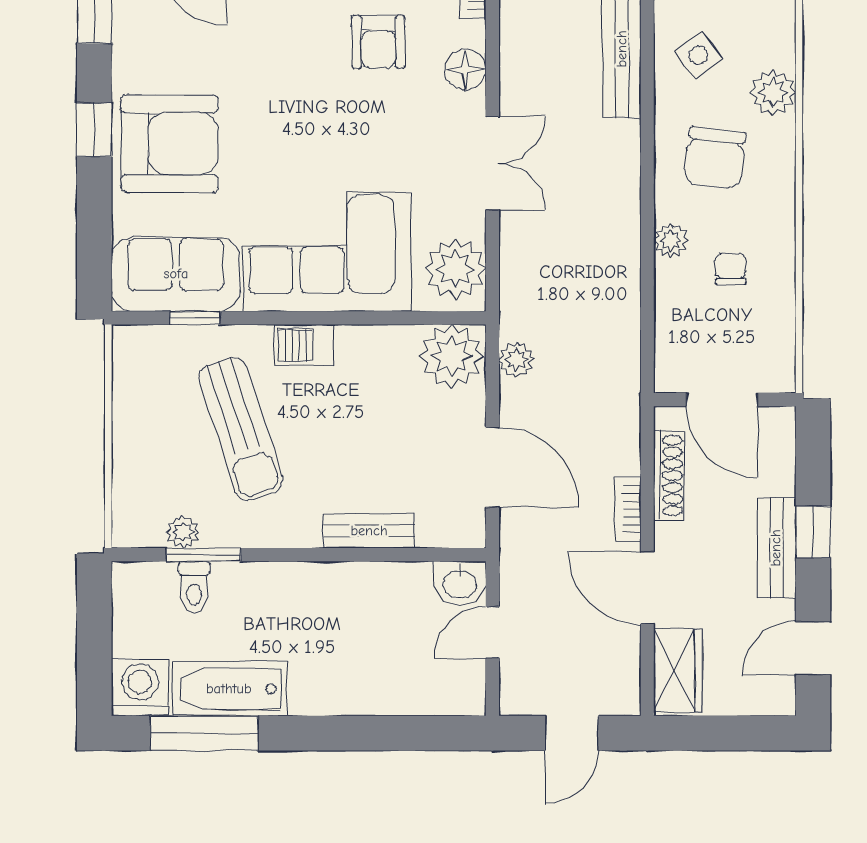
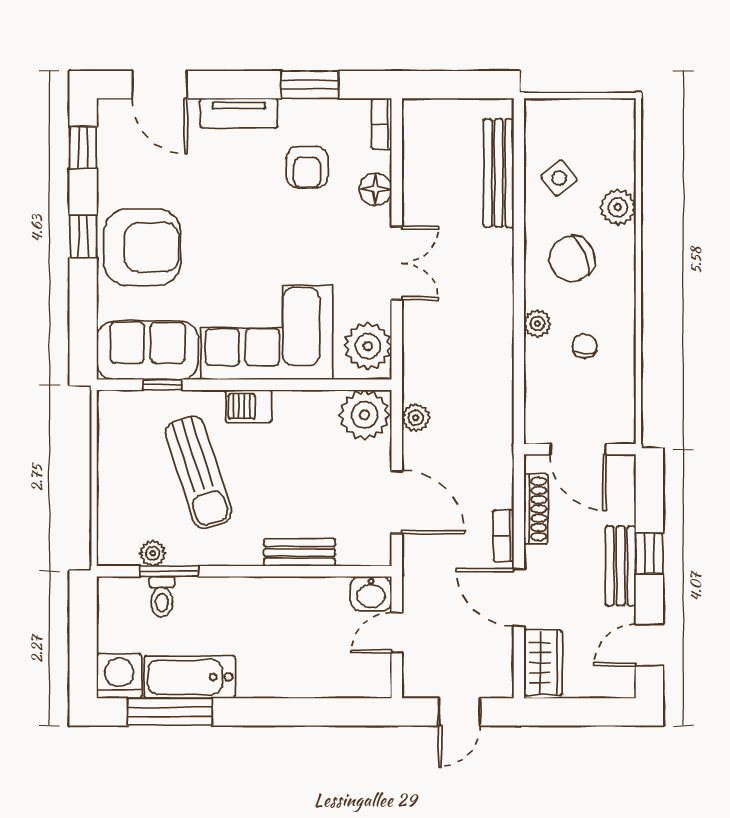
chair: (715, 158) -> (572, 259), turned 60

